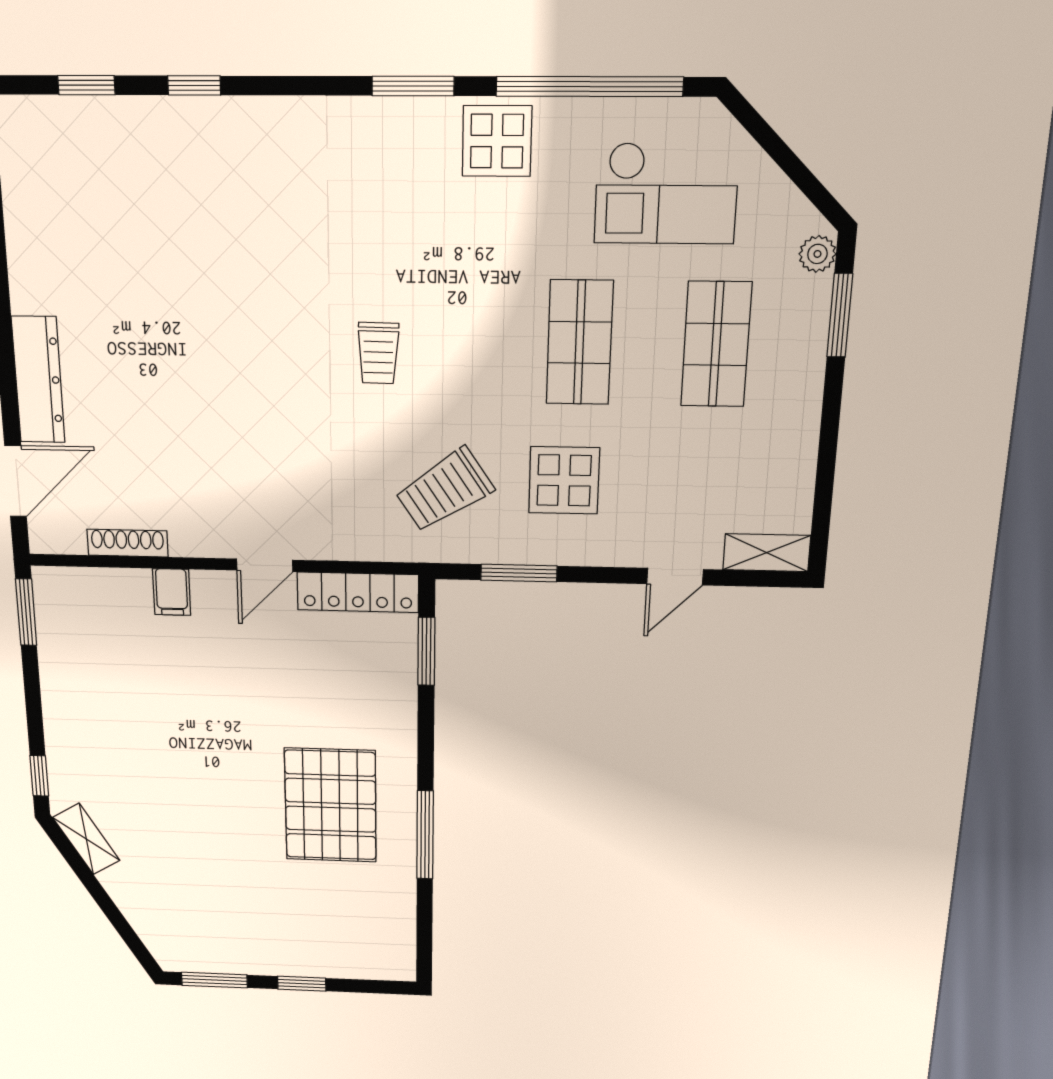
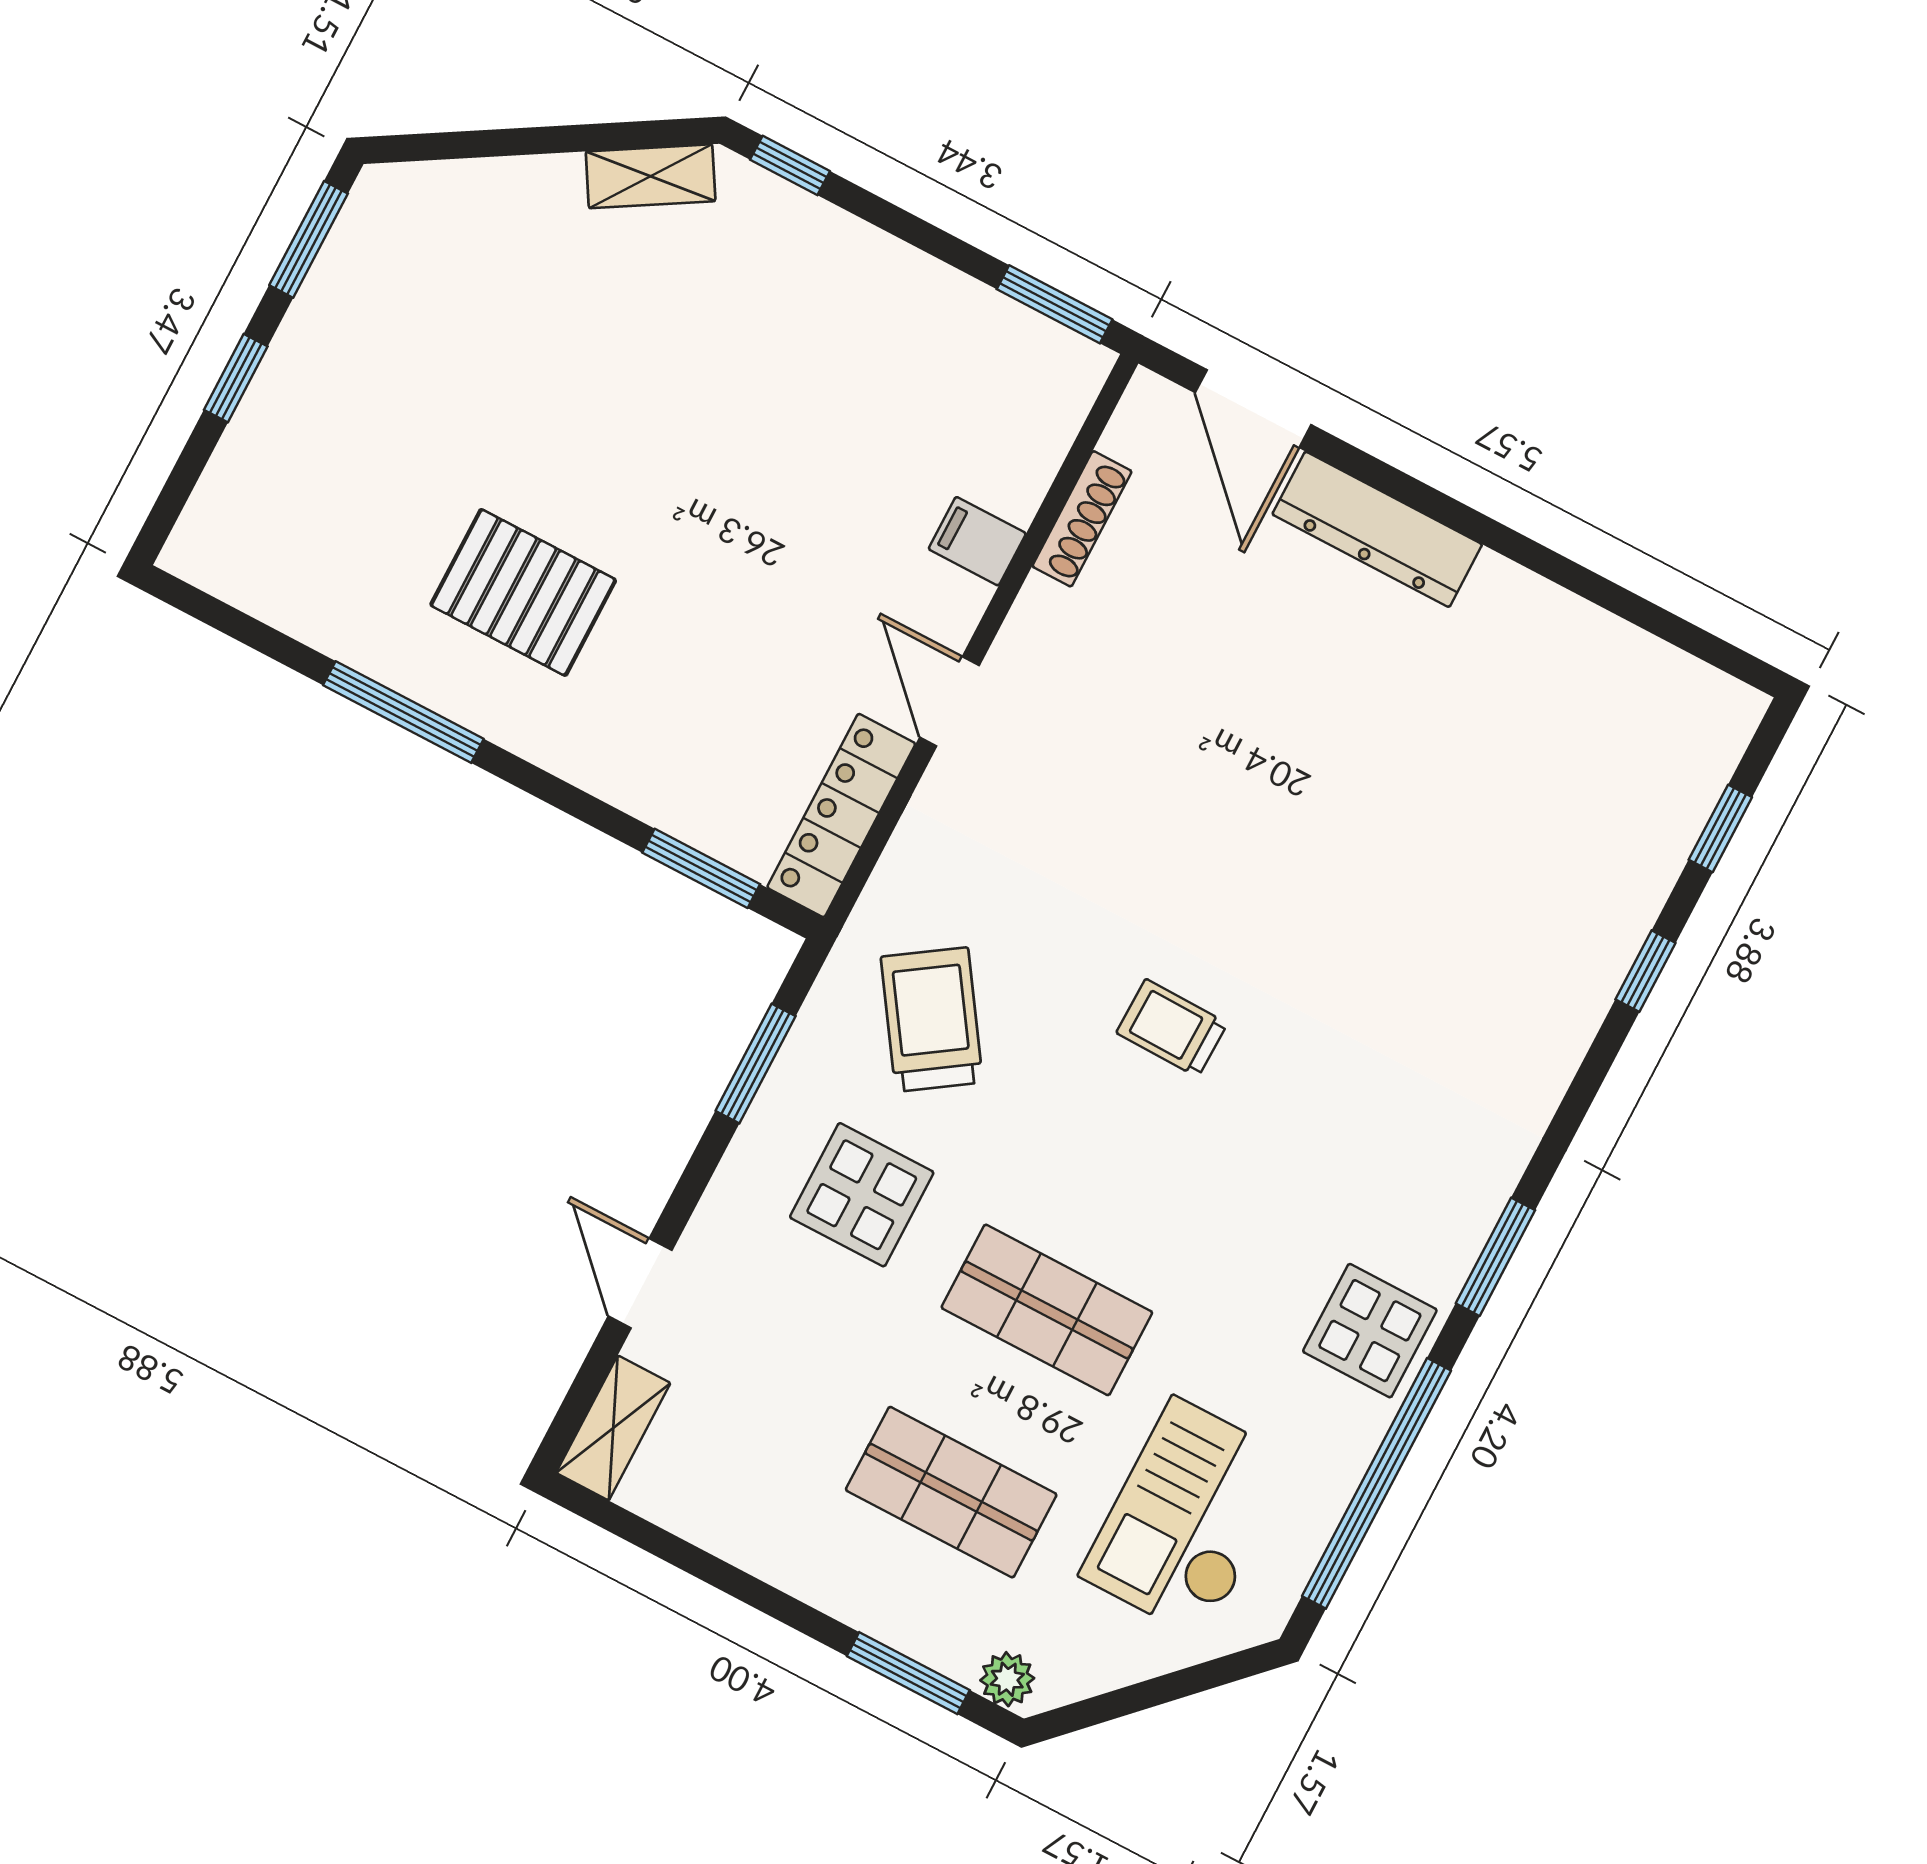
pallet: (331, 805) -> (523, 592), width x0.73, depth x0.71

